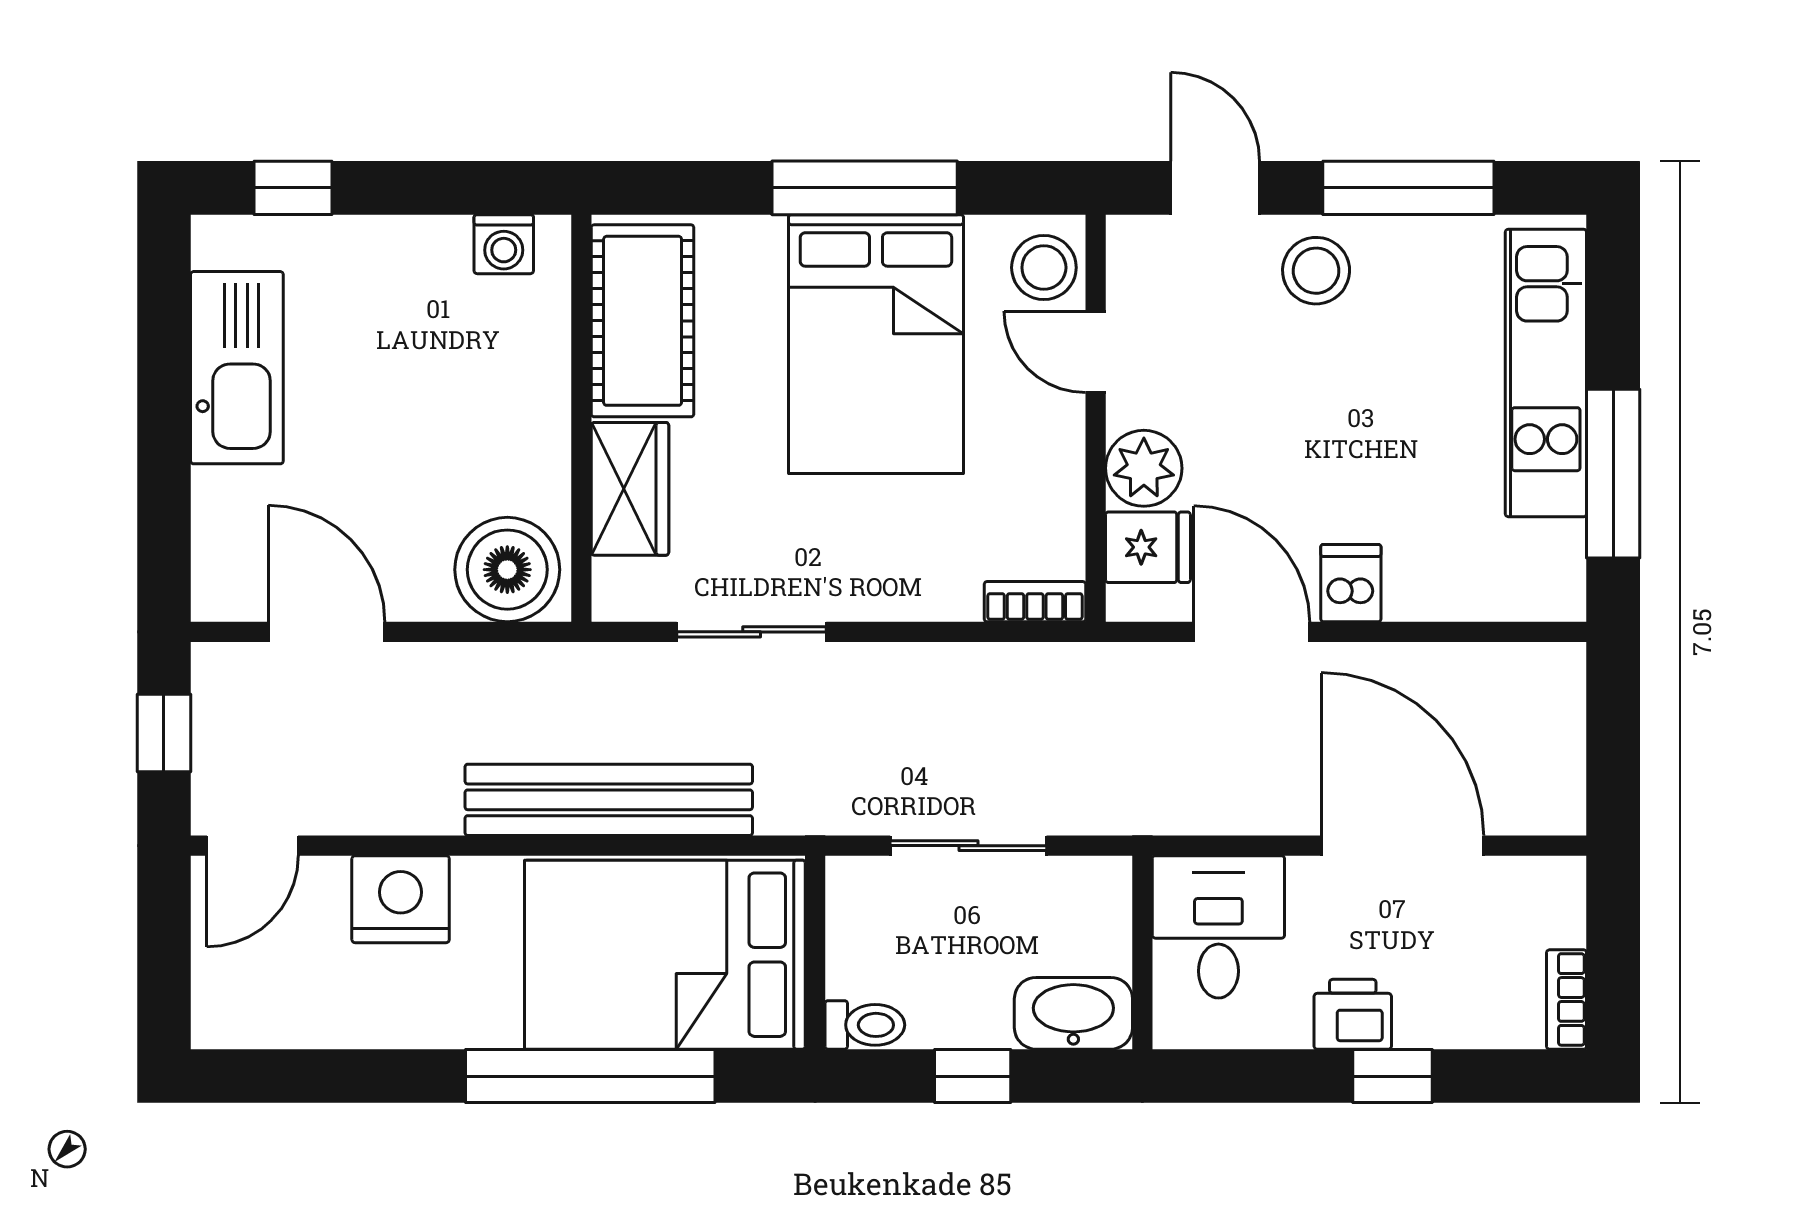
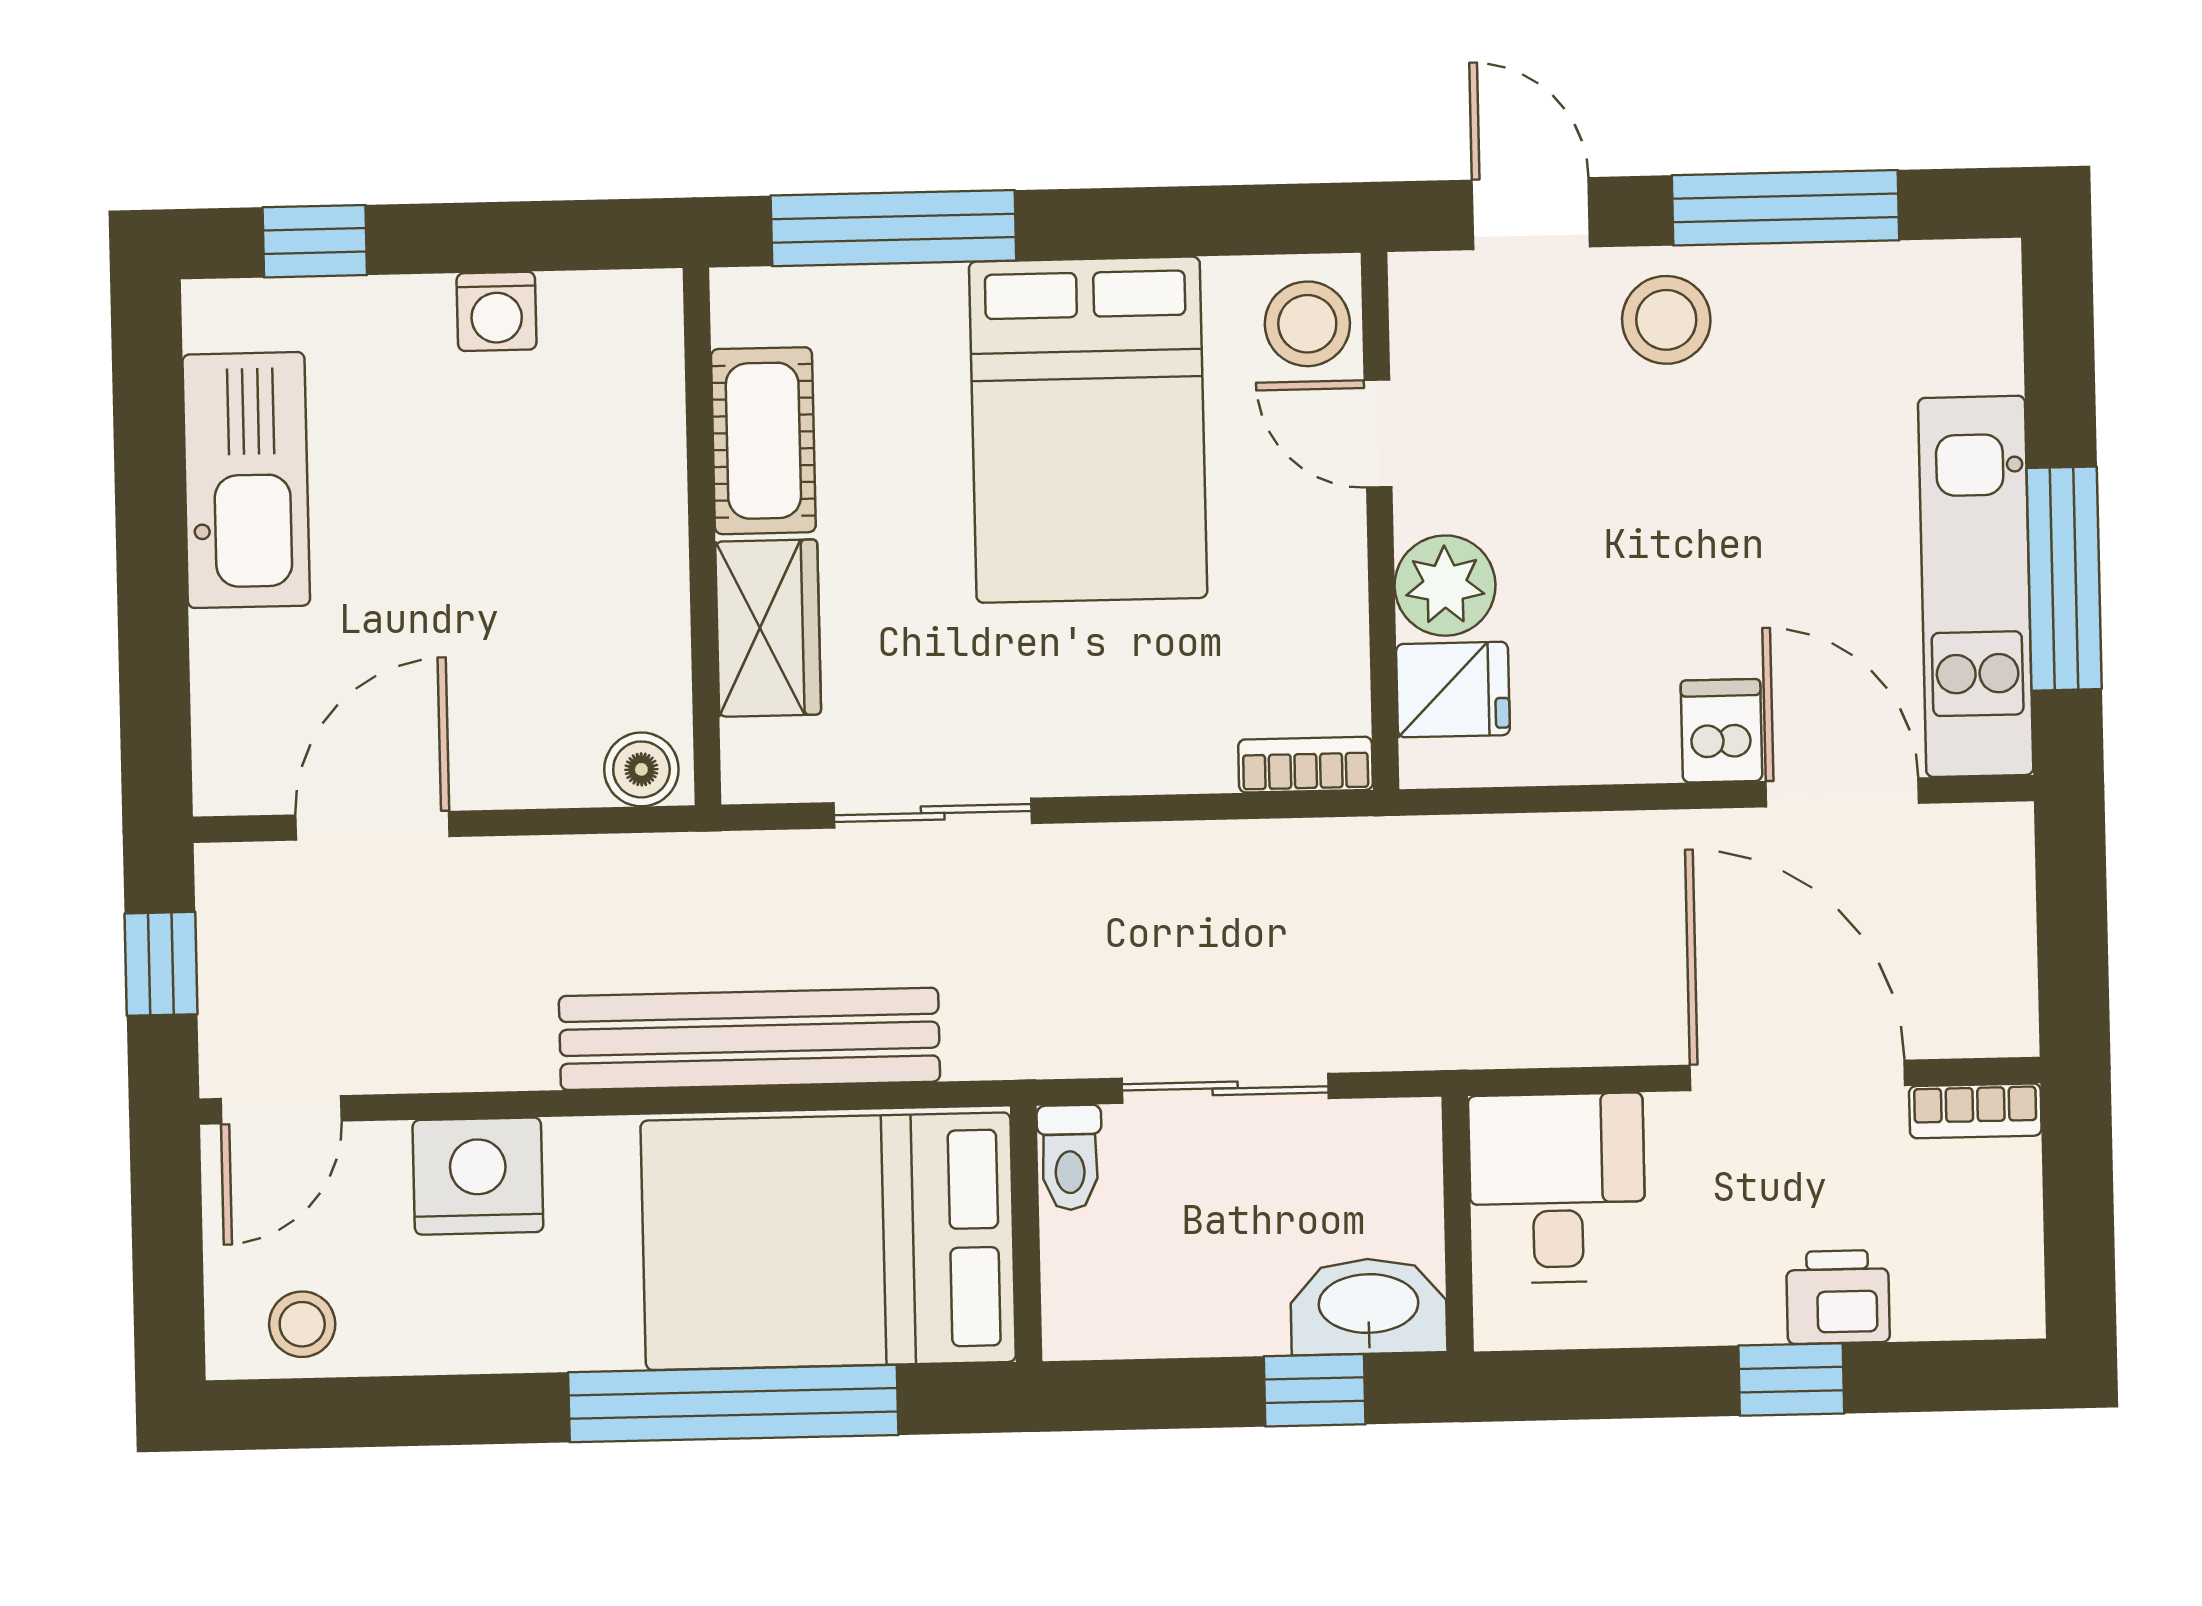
window: (865, 188) -> (893, 228), moved
washing machine: (504, 244) -> (497, 311), moved
cot: (643, 321) -> (763, 441), width x0.73, depth x0.75
kitchen unit: (1546, 373) -> (1976, 586), moved
boiler: (507, 570) -> (641, 769), width x0.54, depth x0.54
door: (327, 632) -> (373, 826), hinge flipped
door: (1252, 632) -> (1842, 792), moved
bookcase: (1567, 999) -> (1975, 1111), moved, turned -90
stool: (265, 1008) -> (302, 1324), added
printer: (1353, 1014) -> (1838, 1297), moved
toilet: (865, 1025) -> (1070, 1158), moved, turned 90
window: (973, 1076) -> (1315, 1390), moved

